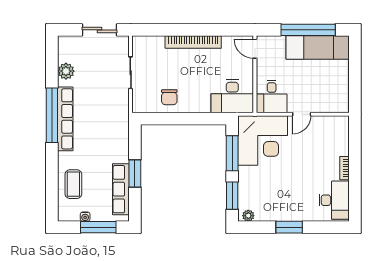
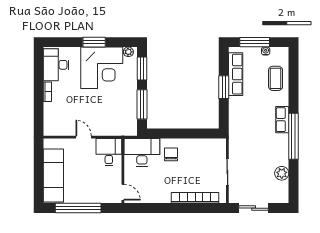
bookcase: (193, 42) -> (195, 198), moved
exam couch: (318, 47) -> (53, 176), moved, turned 90
chair: (169, 97) -> (171, 154), moved
door: (302, 114) -> (84, 137), hinge flipped
row of seats: (65, 119) -> (282, 120), width x0.50
corner desk: (263, 141) -> (102, 68), moved, turned 180

